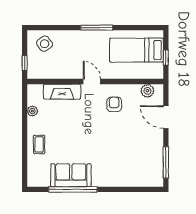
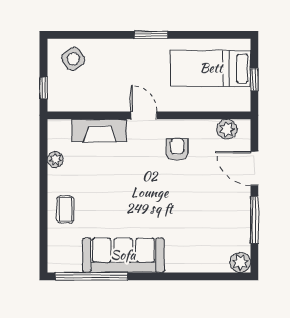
window: (97, 28) -> (151, 35), width x0.69
window: (166, 162) -> (254, 220), moved
sofa: (71, 175) -> (123, 255), width x1.36
plant: (156, 180) -> (240, 262), added
window: (73, 189) -> (92, 276), moved

